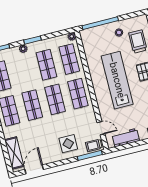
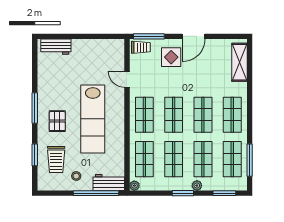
shop shelf: (24, 70) -> (203, 159), added
door: (101, 128) -> (127, 79), moved
workbench: (126, 138) -> (109, 182), moved, turned 180
door: (34, 169) -> (194, 36), moved

